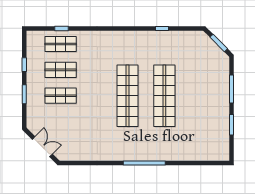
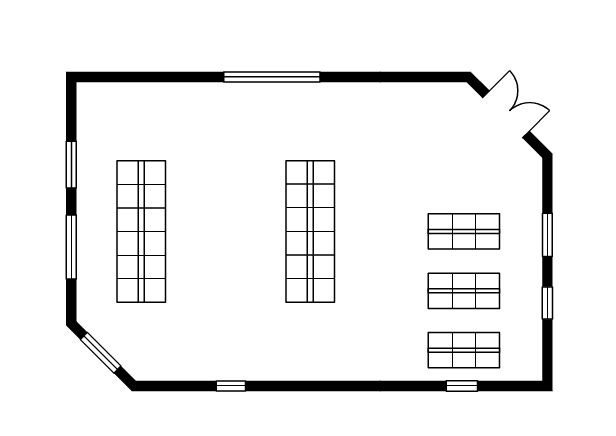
shop shelf: (164, 96) -> (141, 231), moved
double door: (42, 147) -> (506, 114), swing flipped

